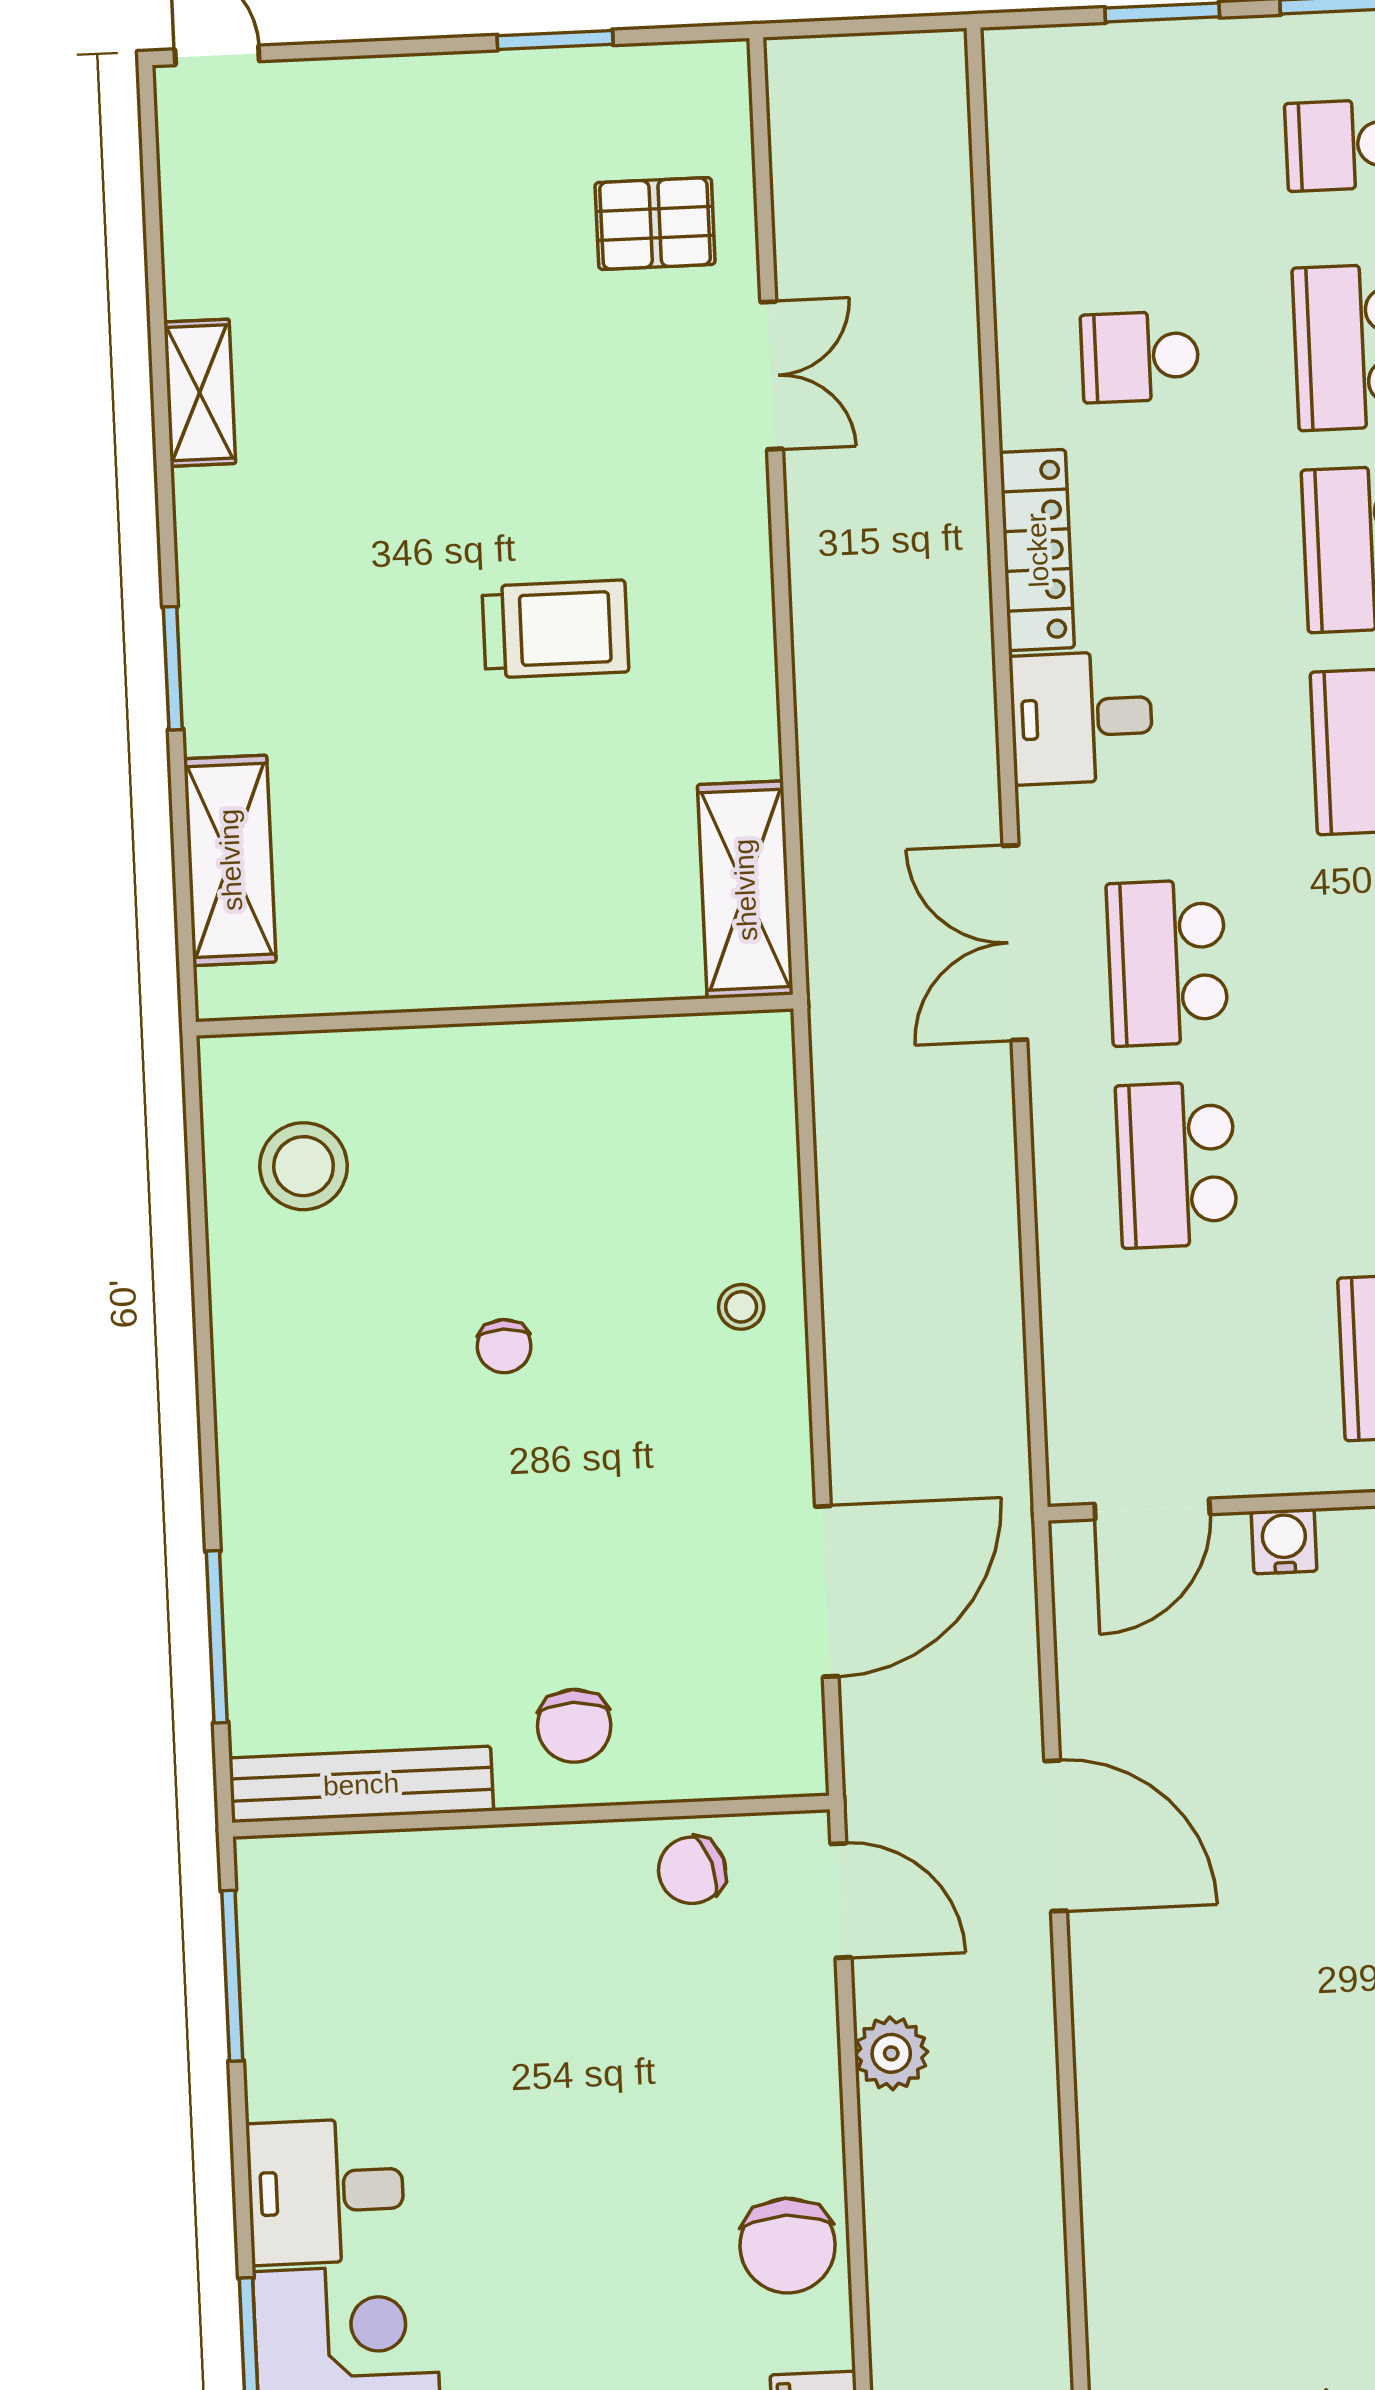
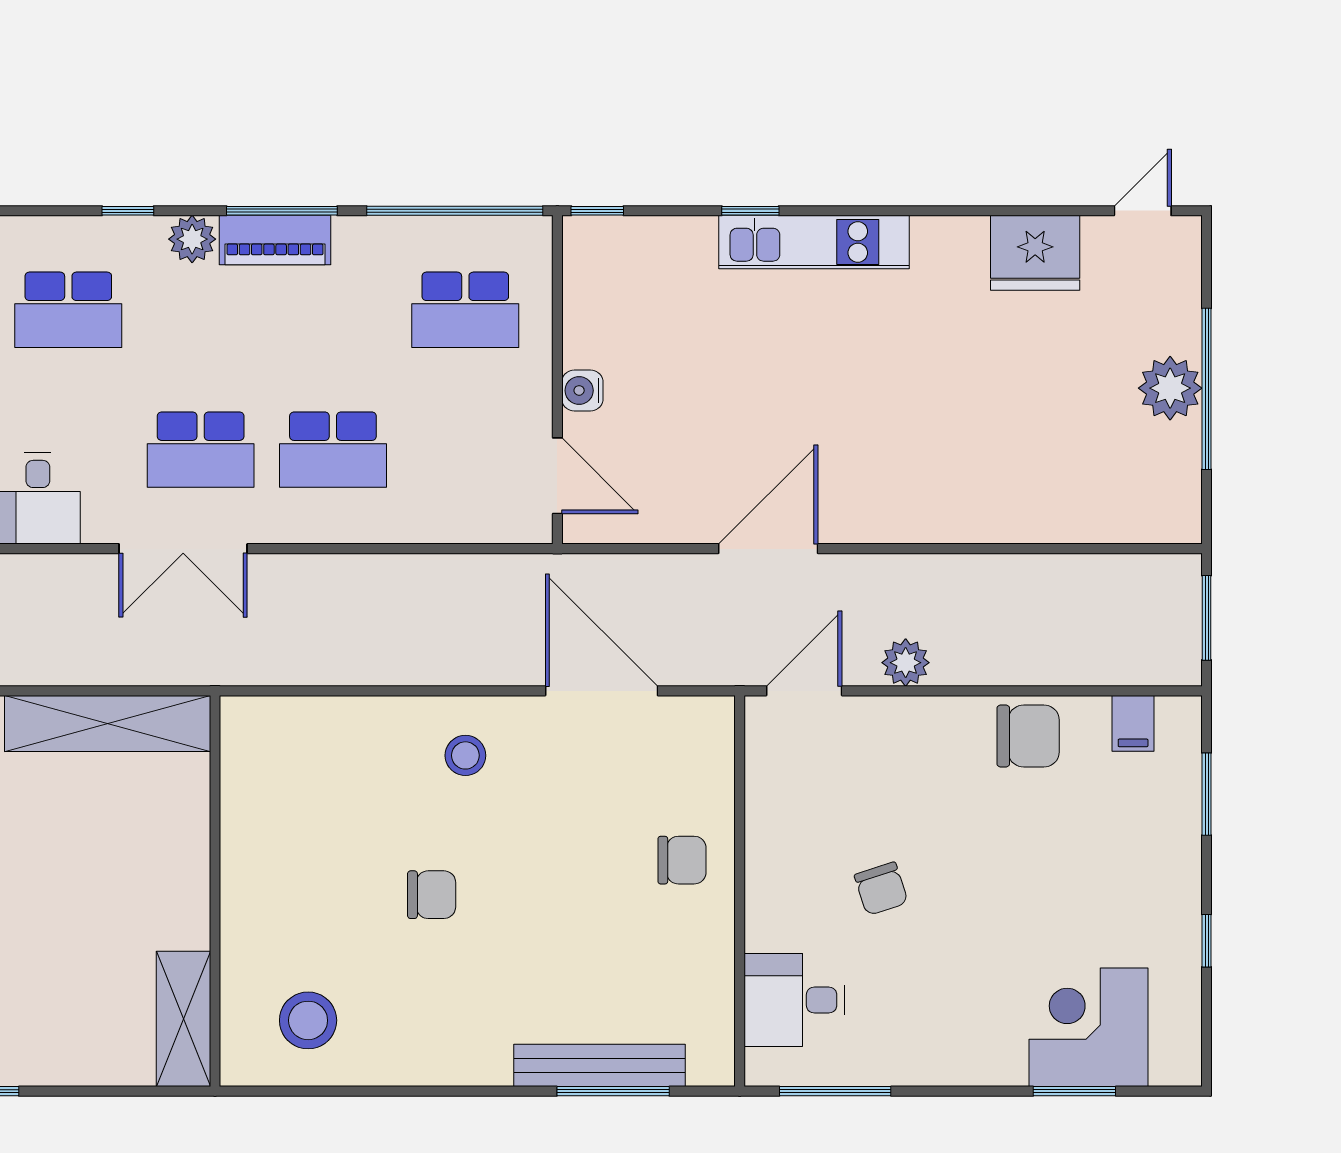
shelving: (230, 860) -> (183, 1019), moved, turned 90
shelving: (745, 890) -> (108, 723), width x1.47
stool: (741, 1307) -> (465, 755), moved, width x1.37, depth x1.37
chair: (504, 1346) -> (432, 895), width x1.37, depth x1.37
bench: (361, 1784) -> (599, 1065), moved, turned 90
chair: (692, 1870) -> (881, 889), moved
desk: (326, 2191) -> (794, 1000), moved, turned 90

